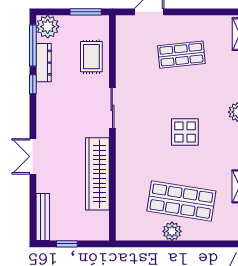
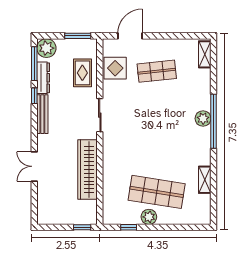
display table: (185, 132) -> (115, 68), moved
double door: (33, 156) -> (34, 166), moved
bench: (43, 217) -> (42, 114), moved
window: (67, 244) -> (82, 227), moved
window: (147, 244) -> (129, 227), added

